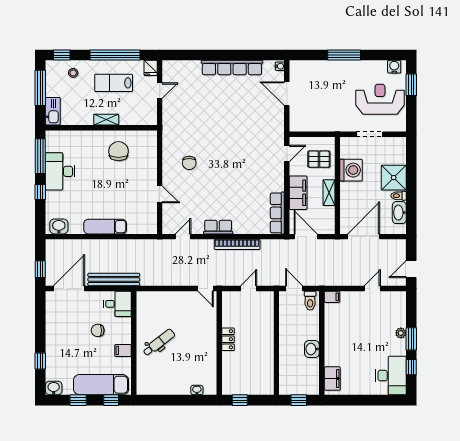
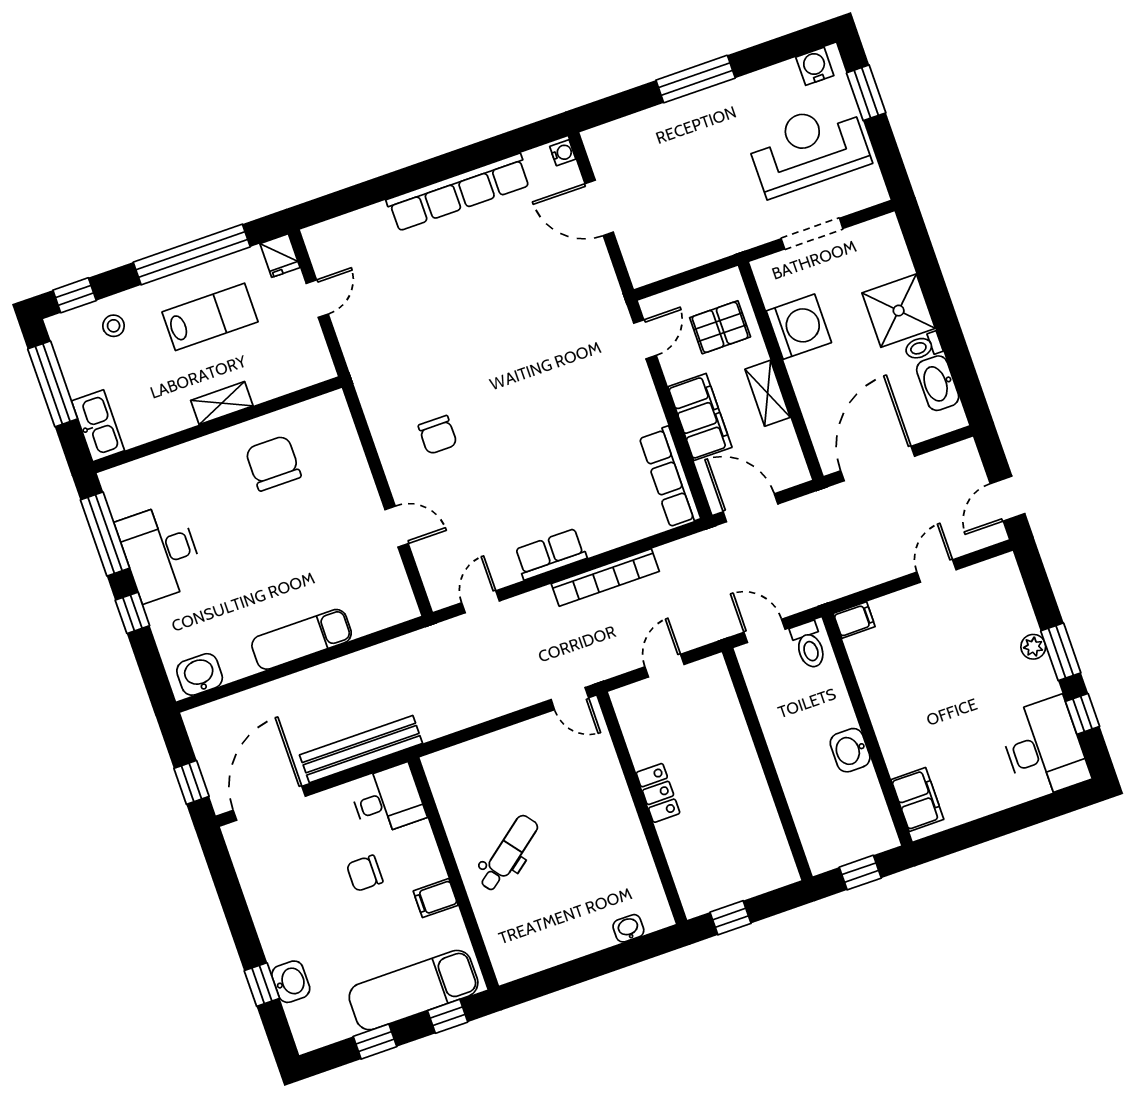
lab bench: (114, 83) -> (210, 317), turned 180
washbasin: (54, 388) -> (291, 982), moved, turned 90

